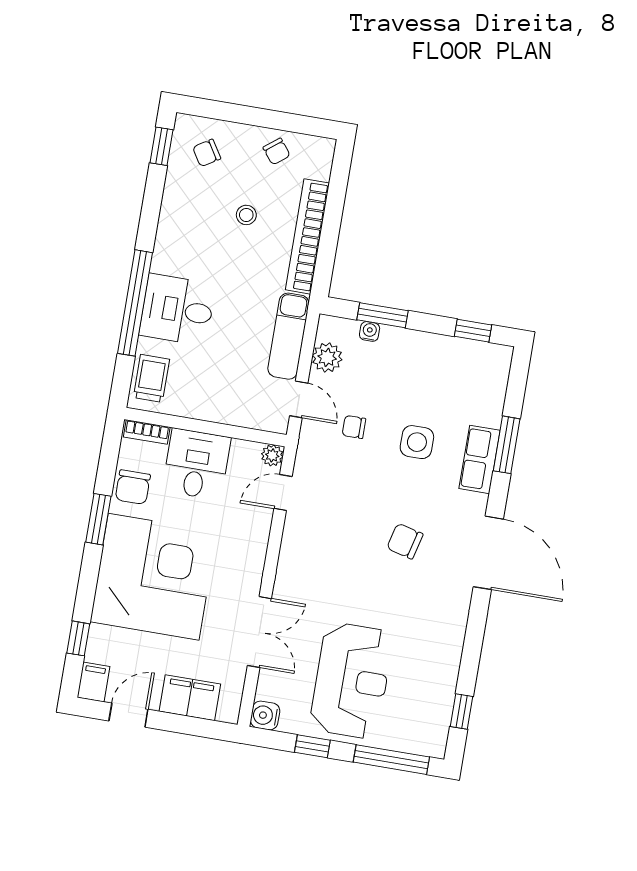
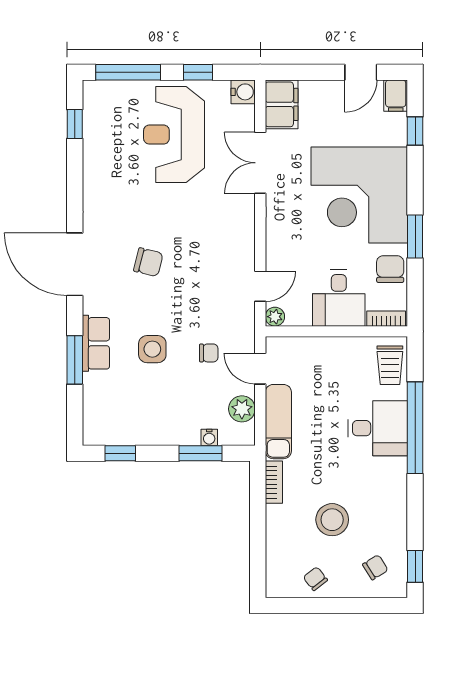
stool: (246, 215) -> (332, 520), width x1.89, depth x1.89
bookcase: (307, 236) -> (274, 482), width x0.43, depth x0.76
filing cabinet: (190, 698) -> (282, 104), moved, turned -90

